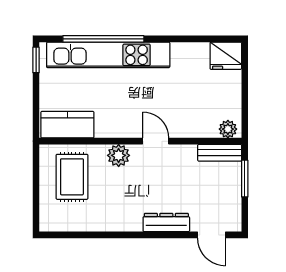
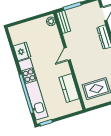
fridge: (226, 56) -> (22, 51), moved
kitchen counter: (67, 125) -> (69, 88), moved
plant: (119, 155) -> (79, 70), removed

